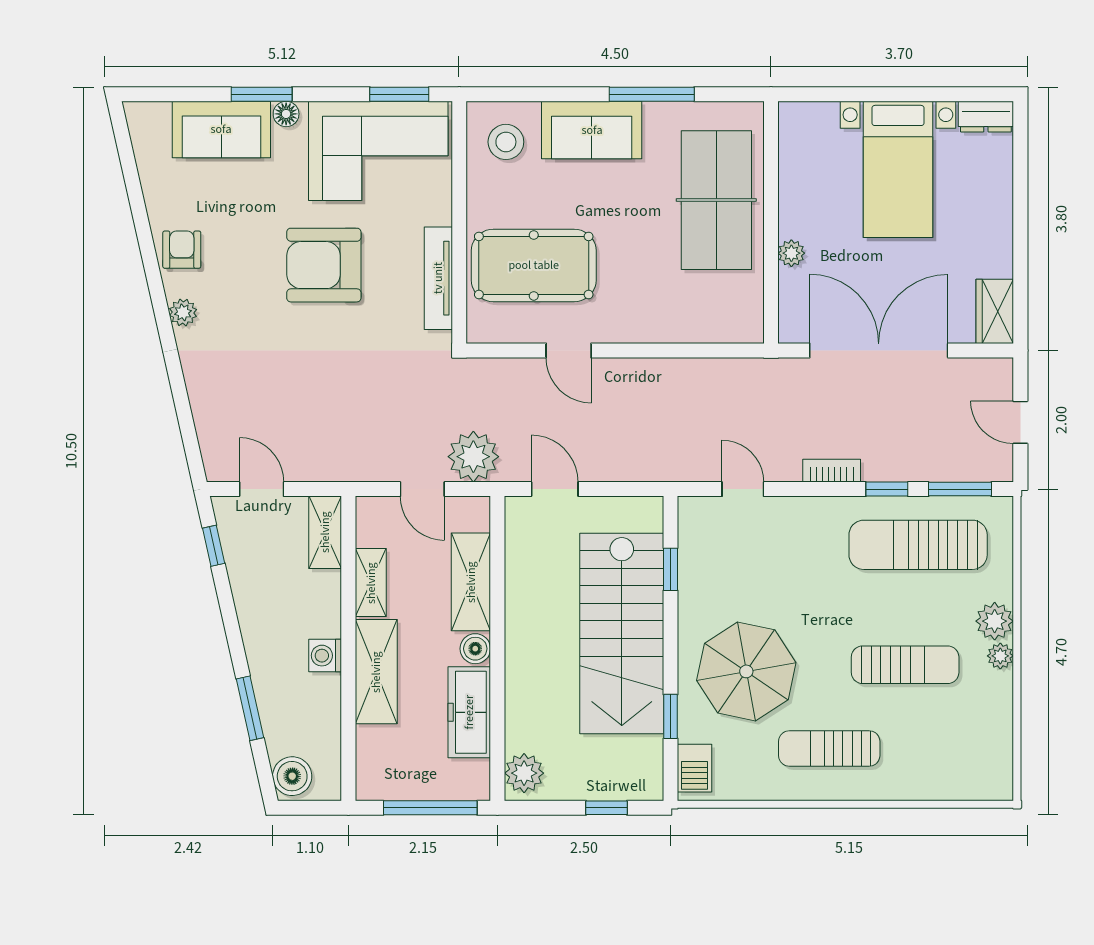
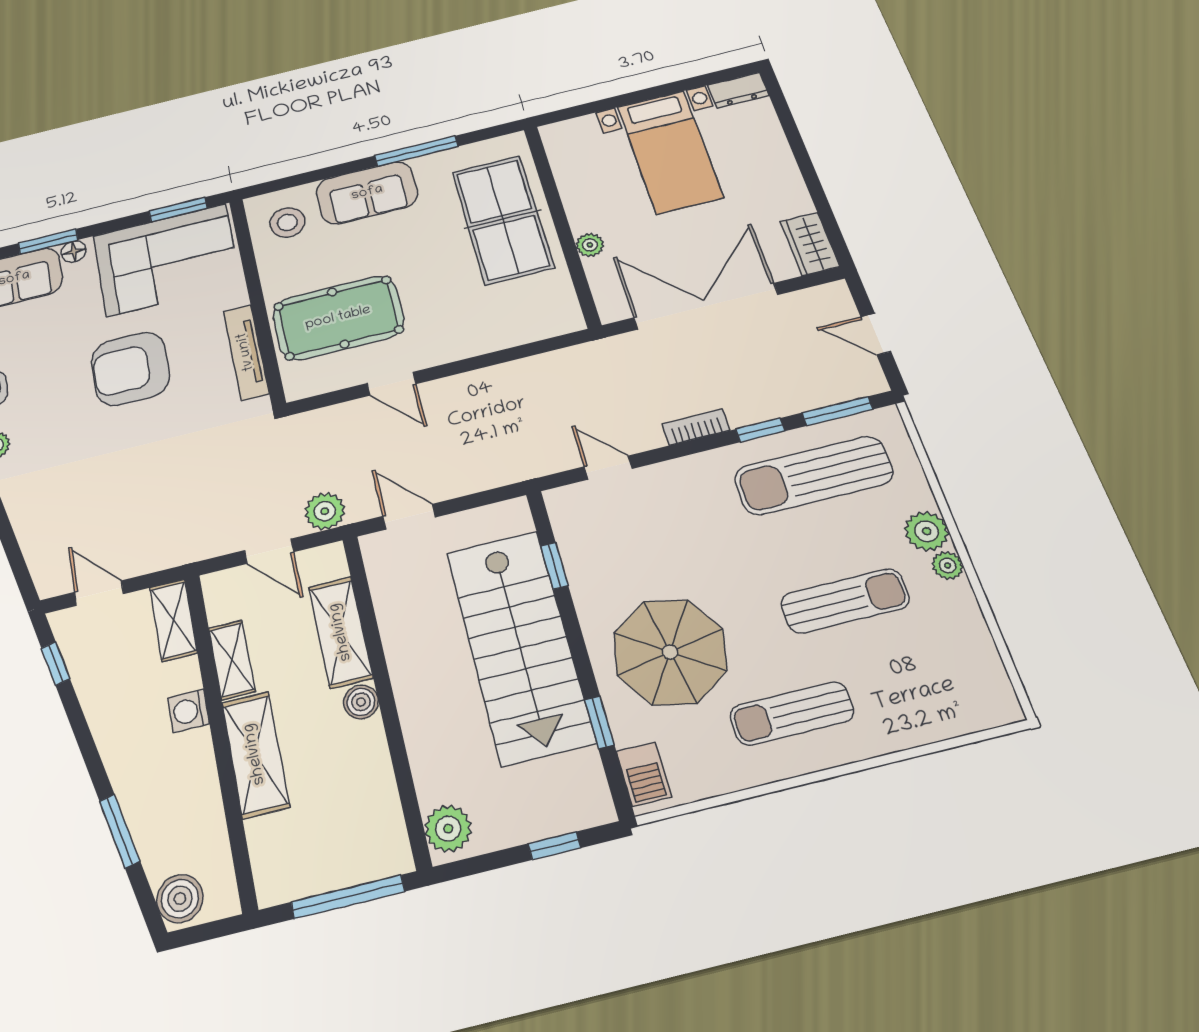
plant: (473, 457) -> (325, 511), width x0.73, depth x0.73
washing machine: (325, 656) -> (189, 711), moved
freezer: (469, 712) -> (369, 774), removed

